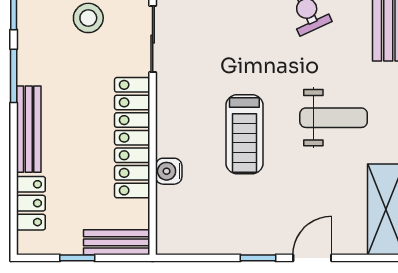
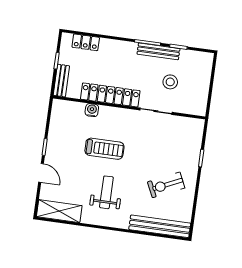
weight bench: (334, 118) -> (106, 192), turned 180
bench: (29, 129) -> (158, 51), moved
treadmill: (244, 134) -> (104, 149), turned 180

